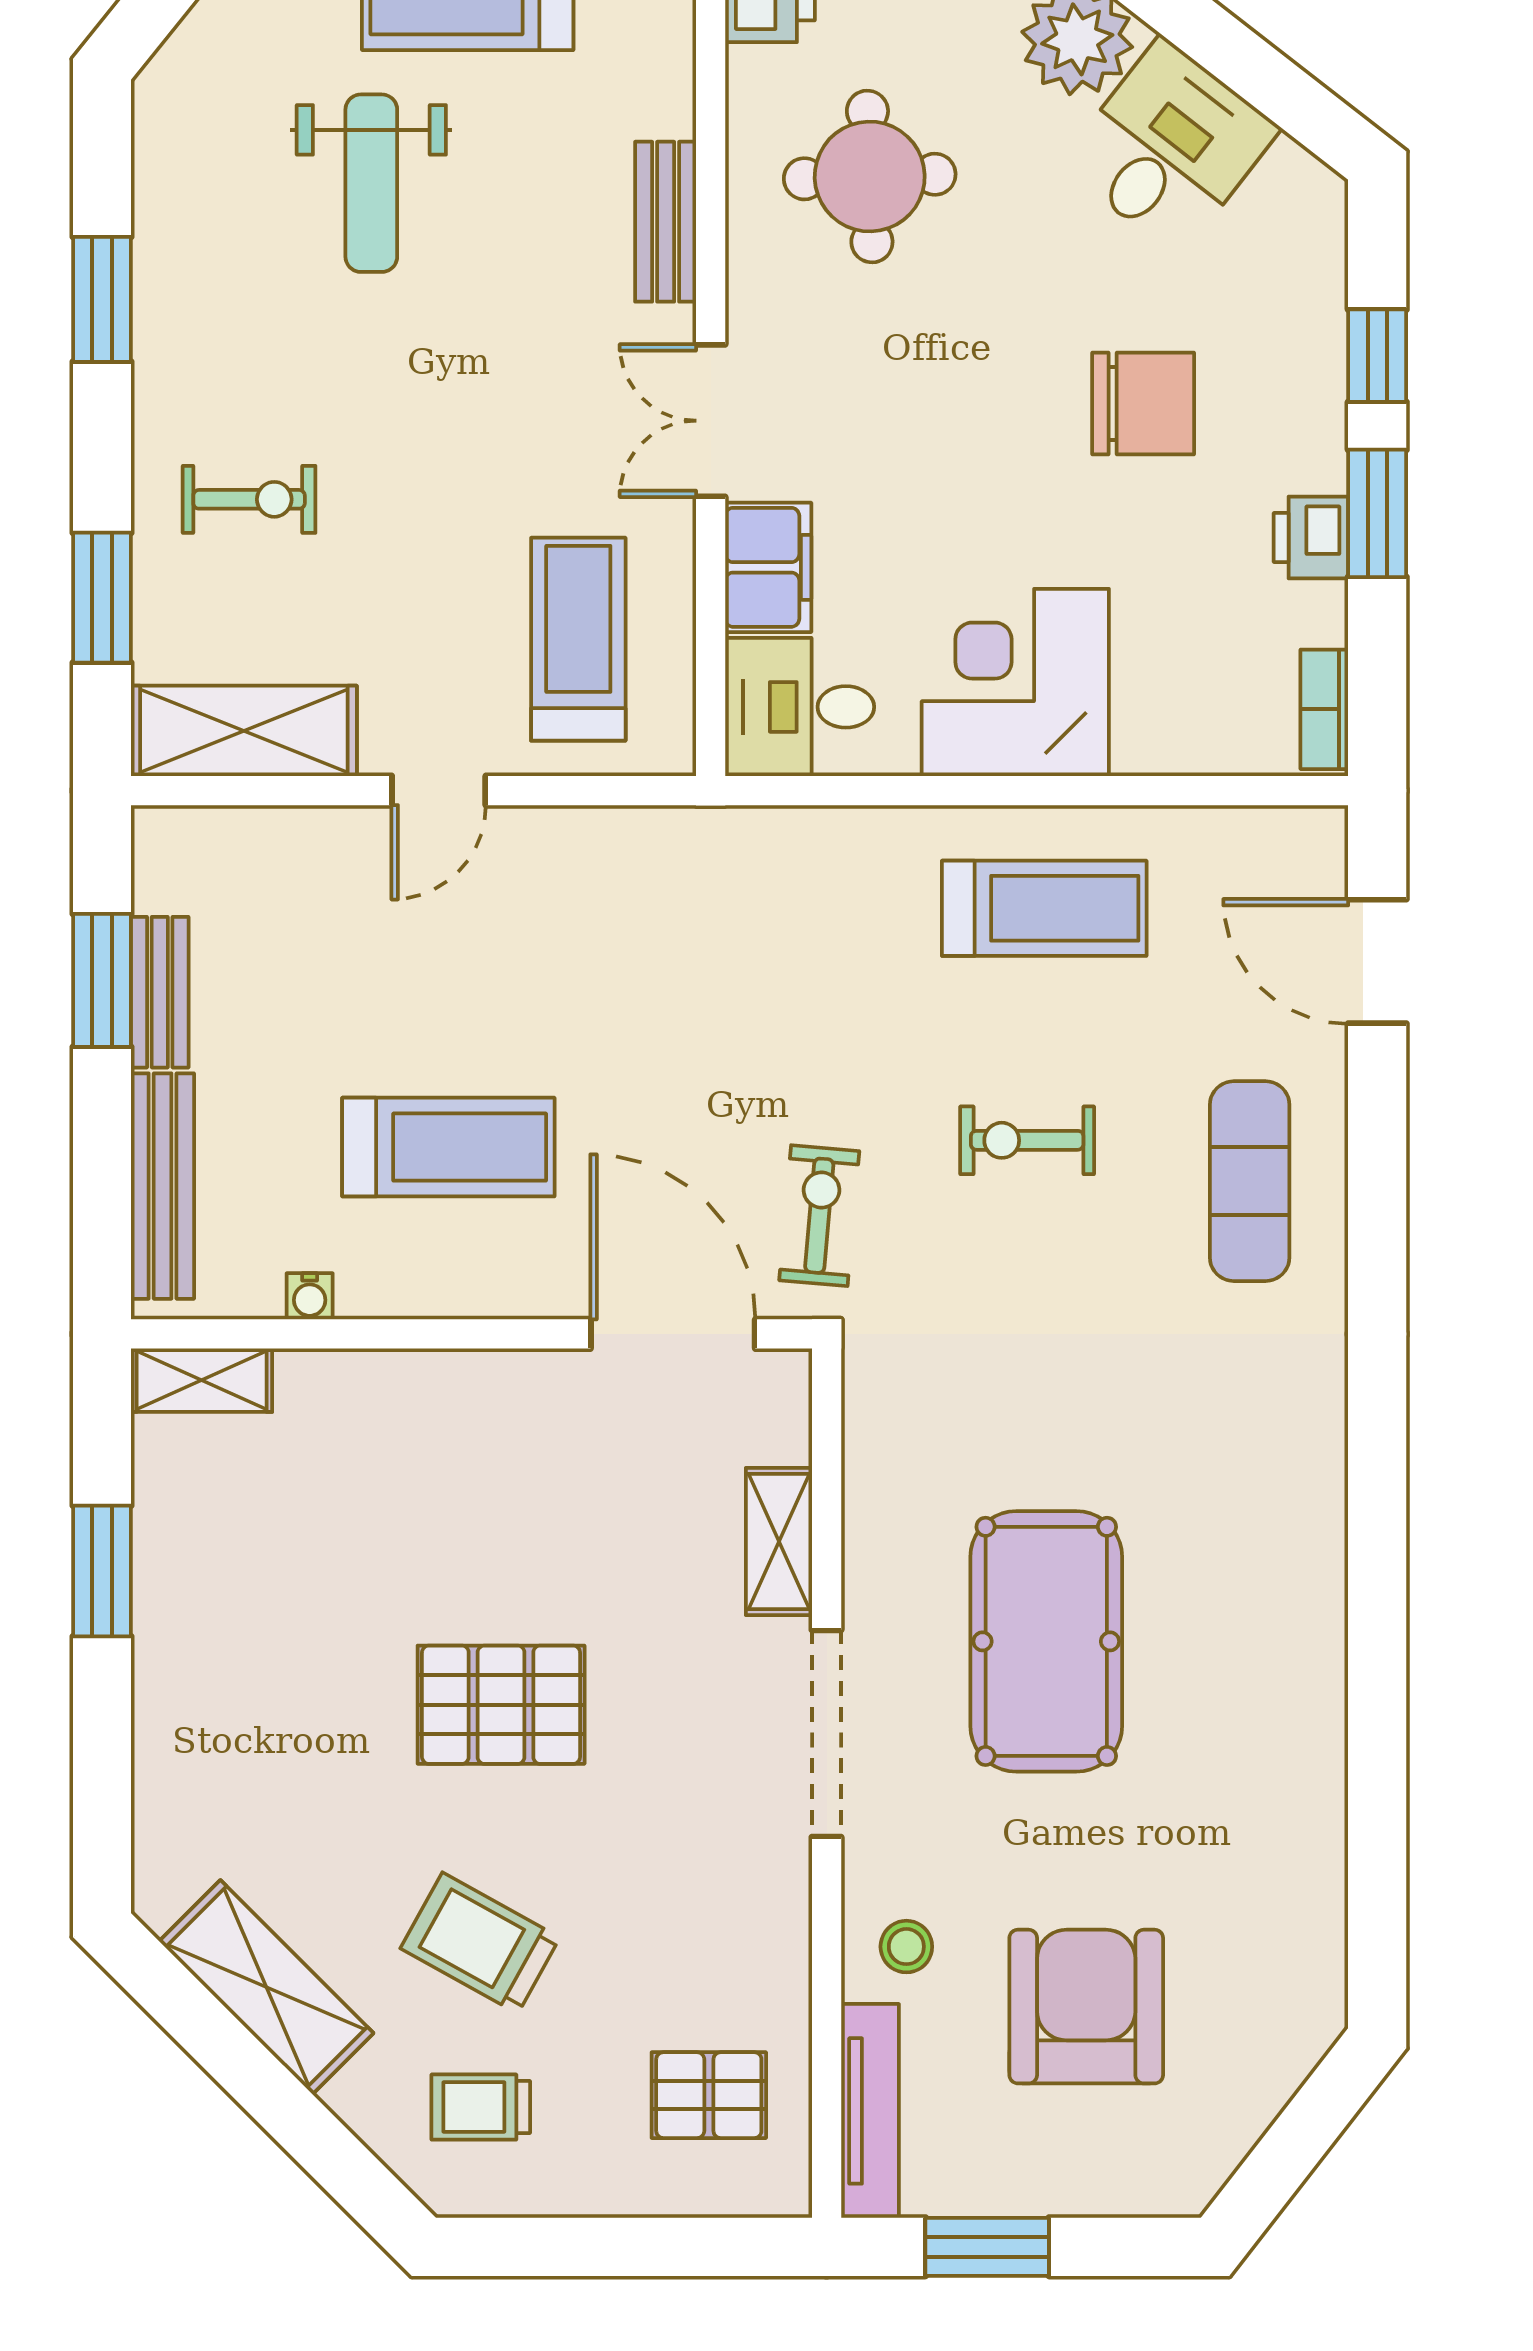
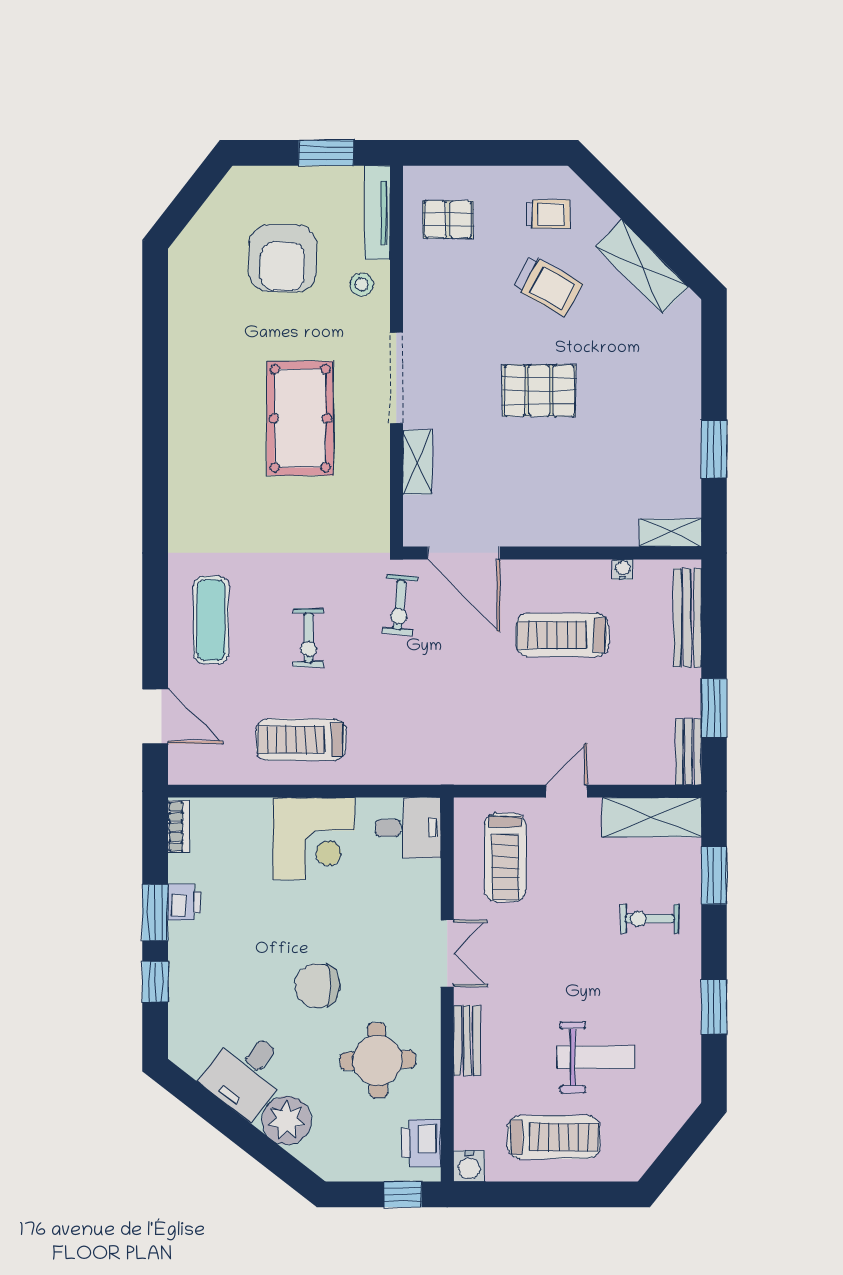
weight bench: (371, 183) -> (596, 1057), turned 90
chair: (1143, 403) -> (317, 986), moved
filing cabinet: (768, 567) -> (422, 889), removed
bench: (160, 992) -> (689, 752), moved
exercise bike: (1027, 1140) -> (309, 638), turned 90

